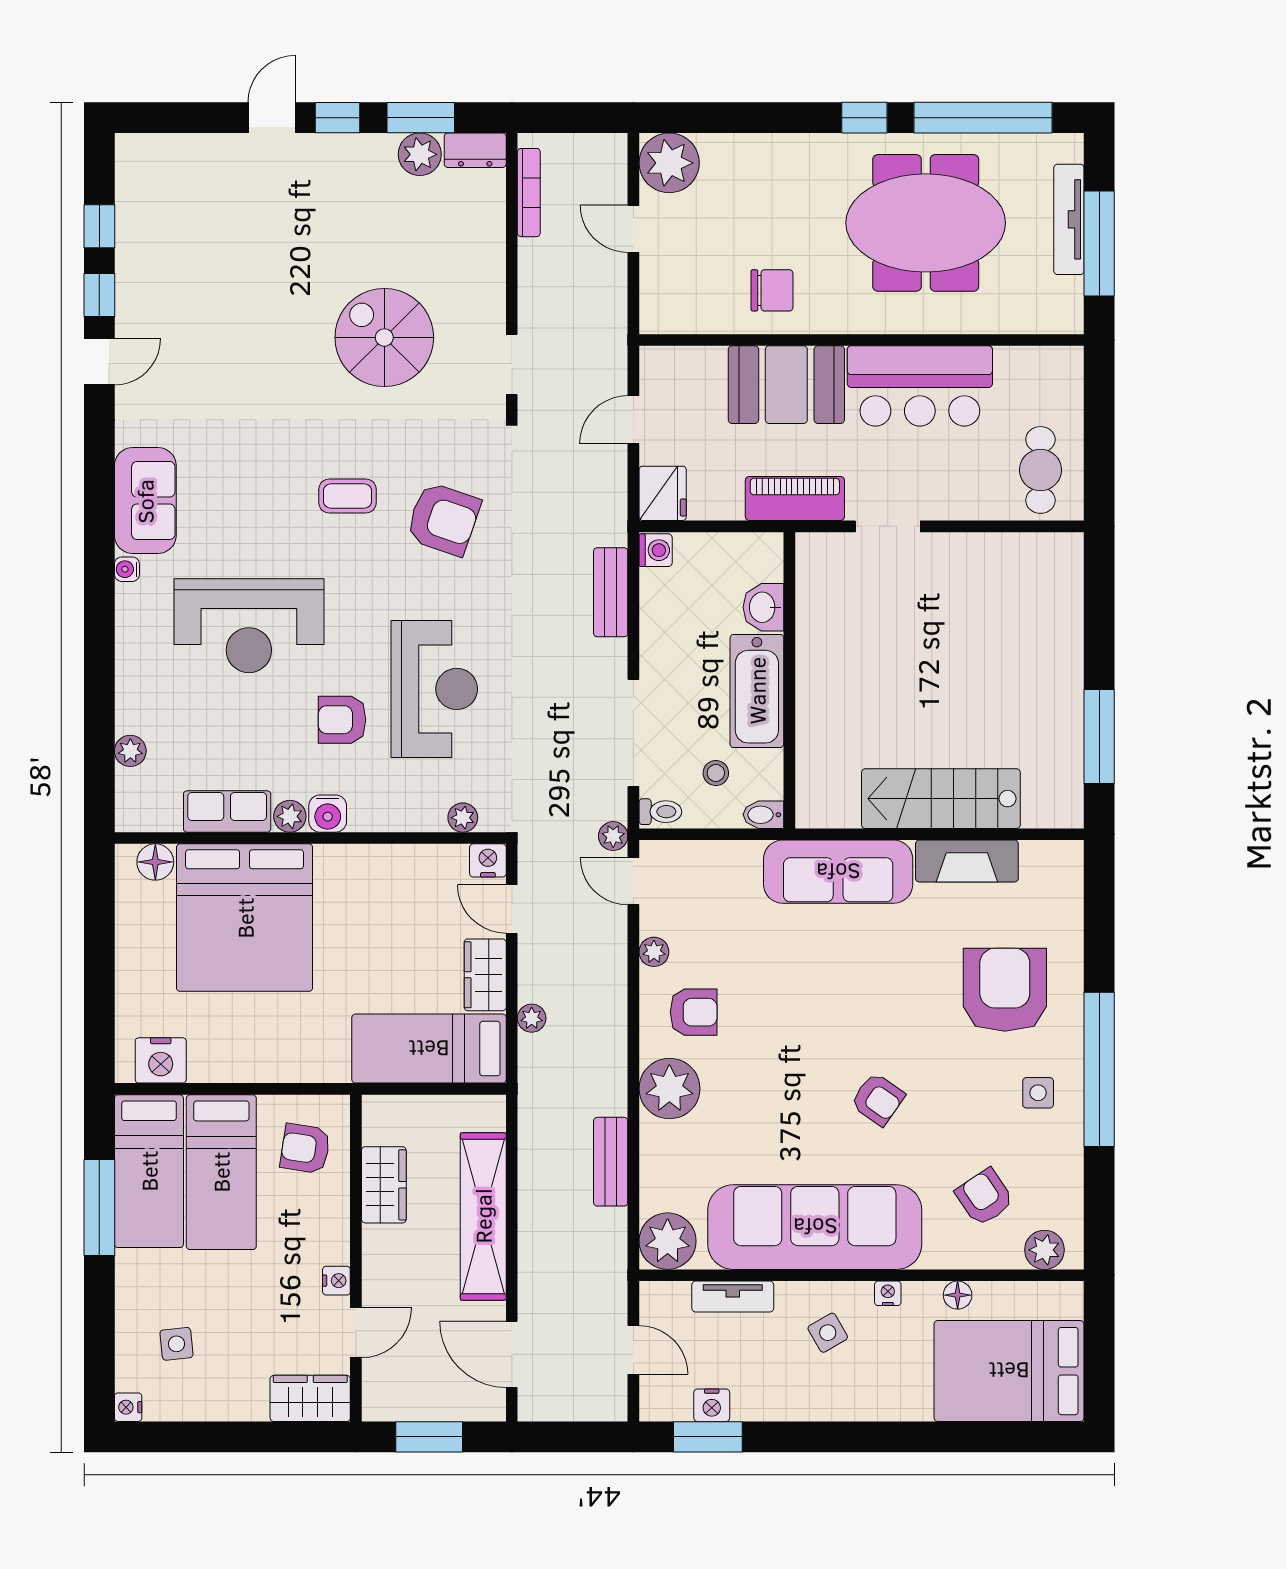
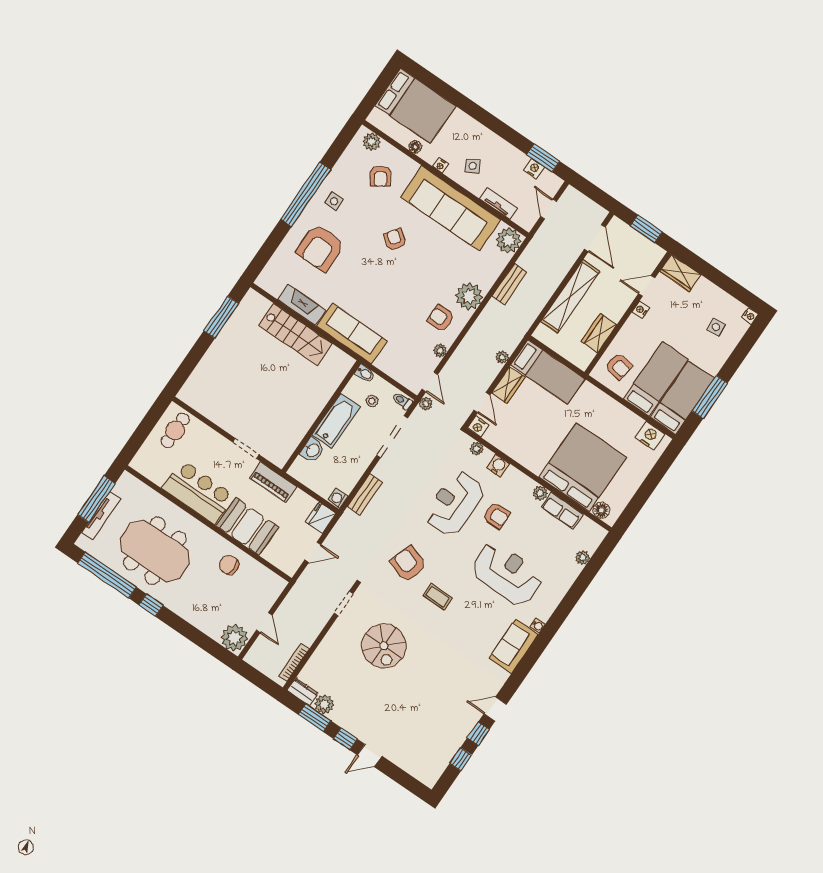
water cooler: (328, 814) -> (498, 466), moved

